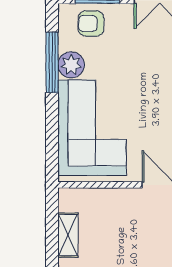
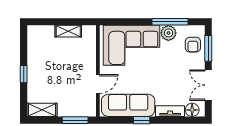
armchair: (91, 24) -> (193, 45), turned 180

